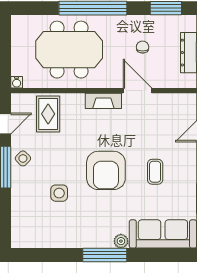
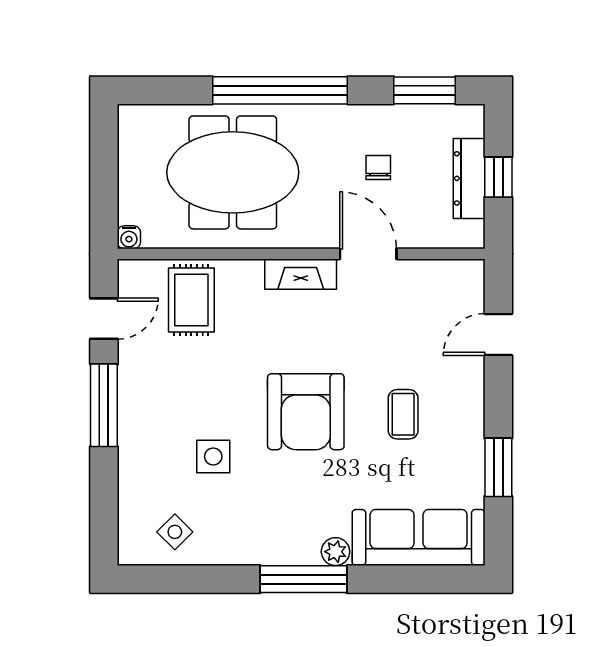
side table: (23, 158) -> (175, 532), moved

